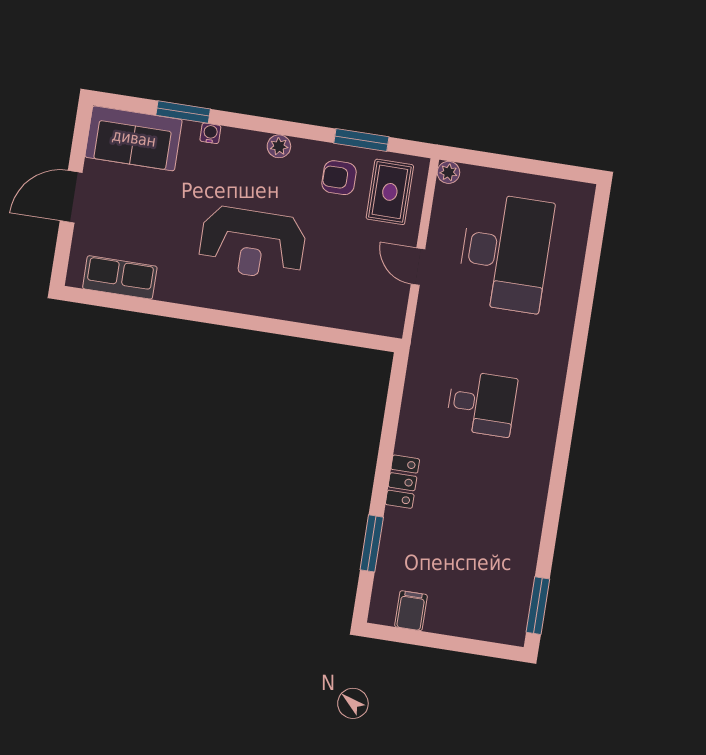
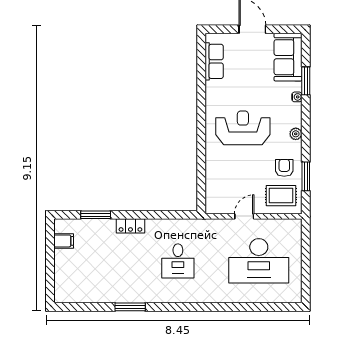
plant: (448, 172) -> (296, 225), removed
reception desk: (252, 243) -> (243, 128), turned 90
window: (538, 606) -> (130, 307), moved

